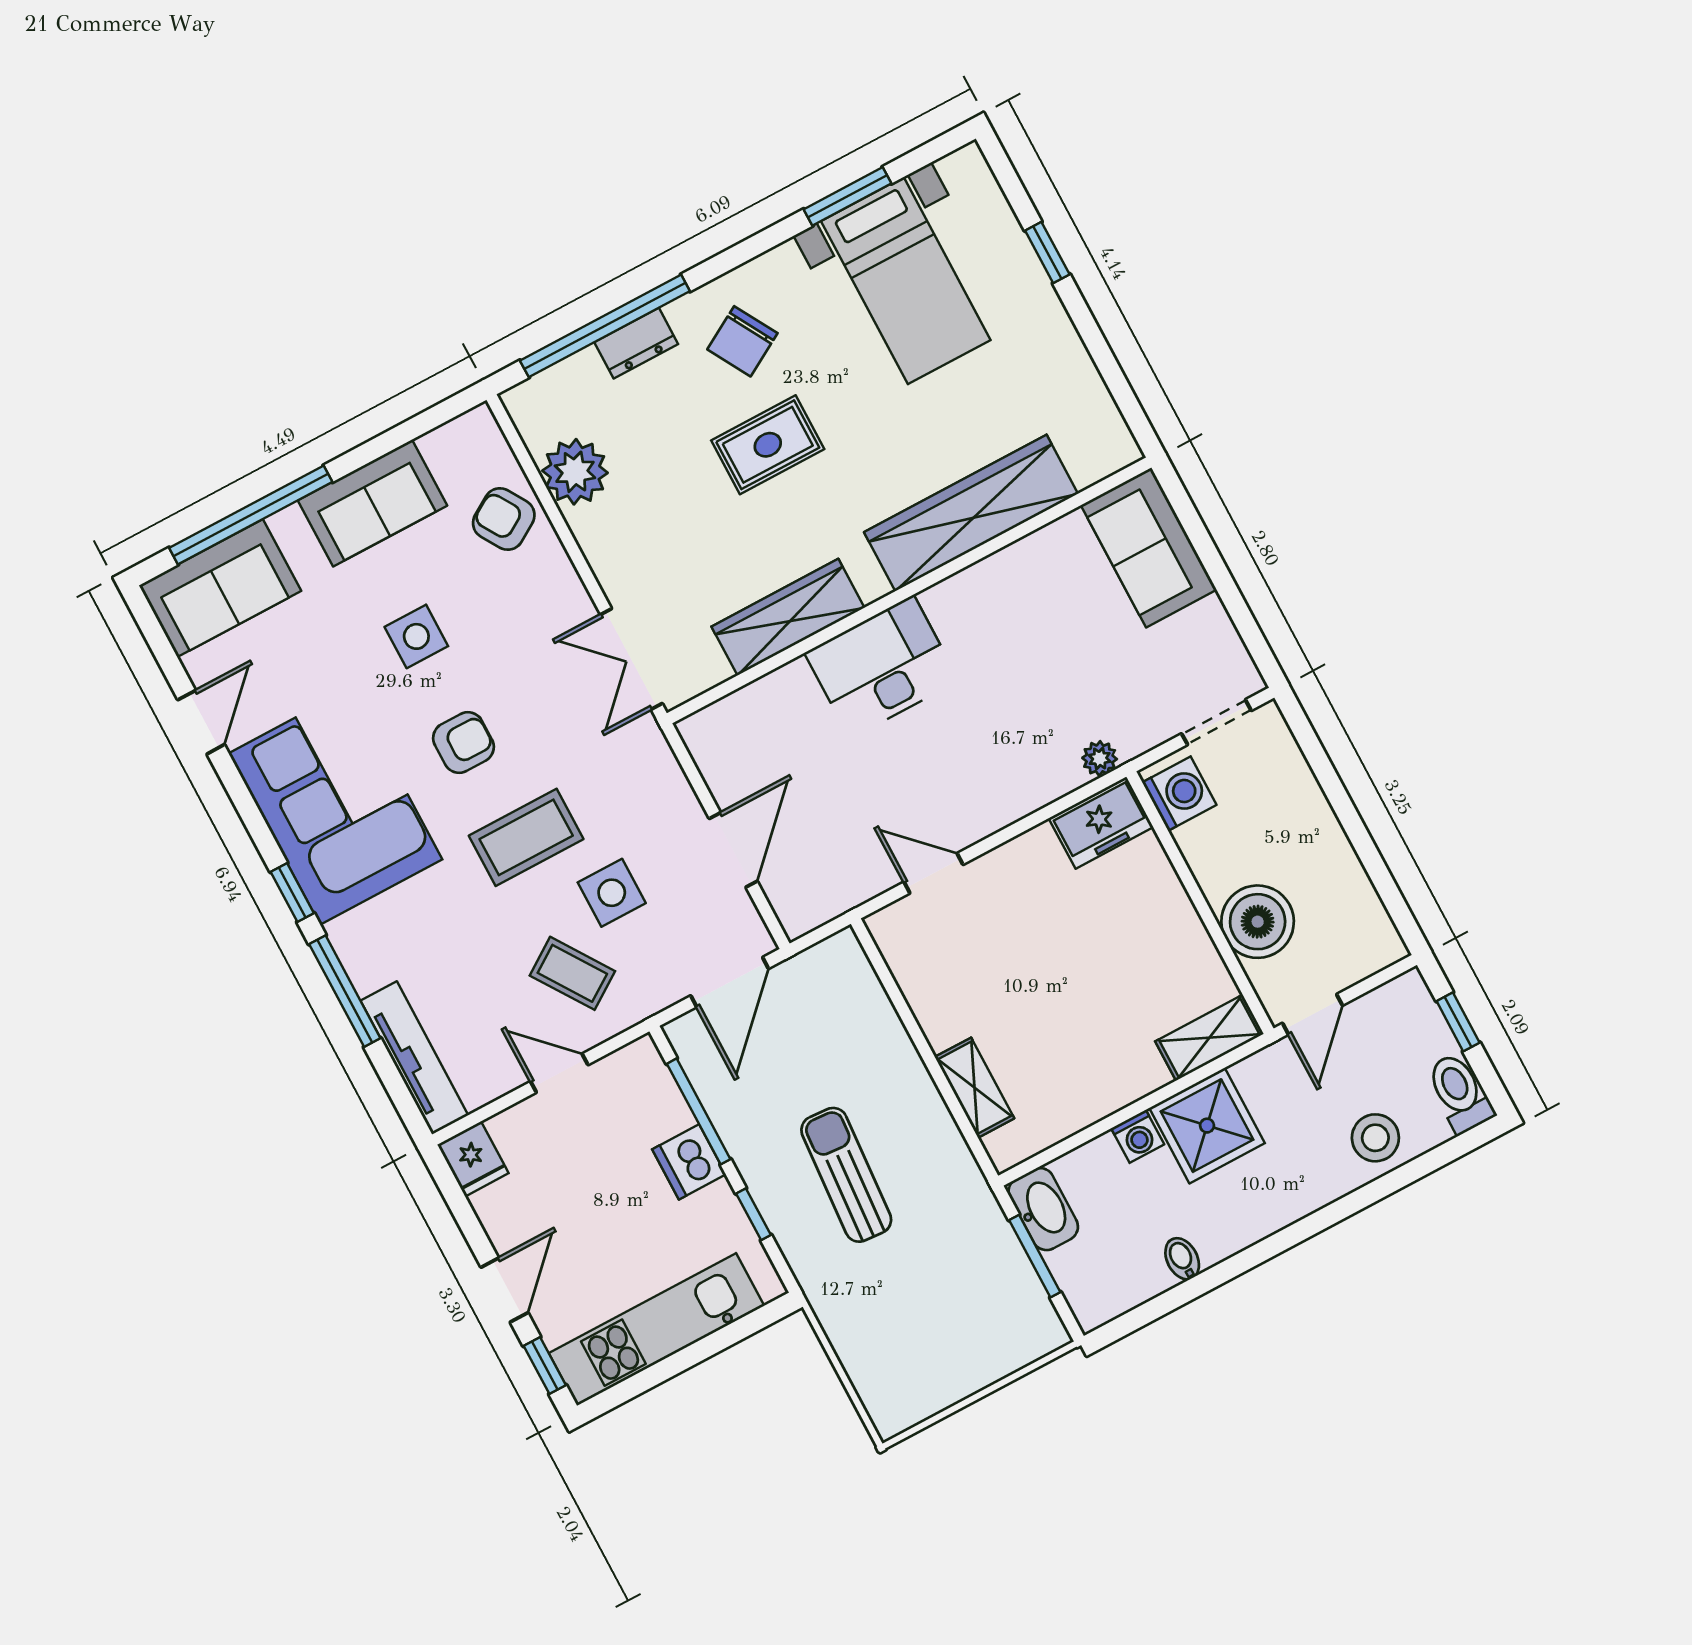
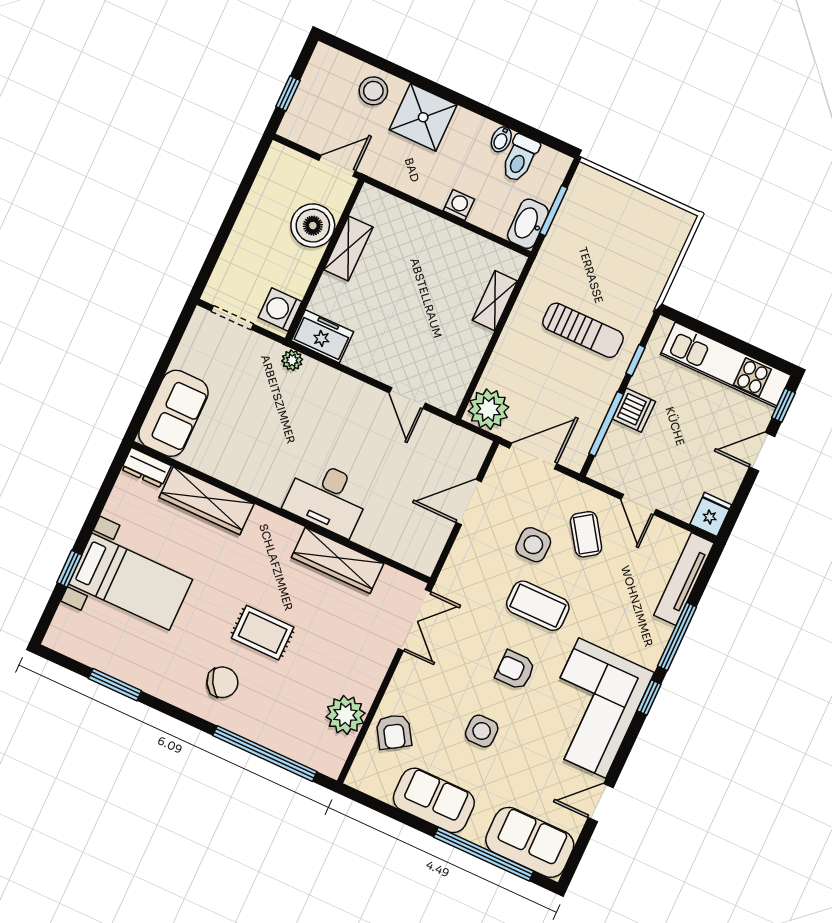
bed with nightstands: (906, 281) -> (131, 582), moved, turned 90
dresser: (636, 343) -> (146, 468), moved, turned 180
wardrobe: (971, 513) -> (207, 501), width x0.71, depth x0.85
plant: (837, 970) -> (488, 409), added
shelving: (1209, 1038) -> (348, 248), moved, turned 90
toilet: (1460, 1093) -> (520, 158), moved
shower: (1207, 1126) -> (423, 117), moved
sun lounger: (846, 1175) -> (583, 330), turned -94

